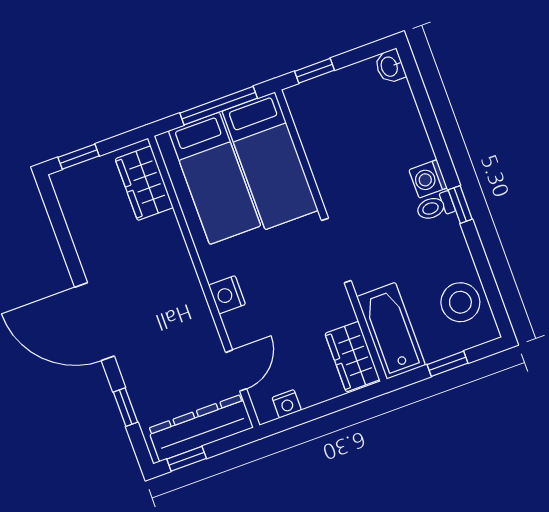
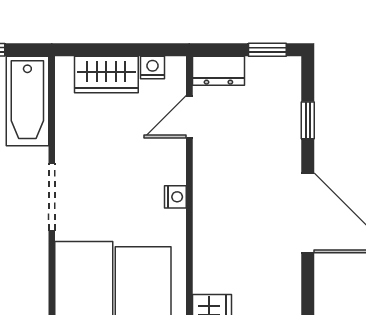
nightstand: (227, 295) -> (175, 197), width x0.72, depth x0.74
wardrobe: (352, 357) -> (106, 75), moved, turned 90
dresser: (201, 428) -> (218, 71), width x0.51, depth x0.80

